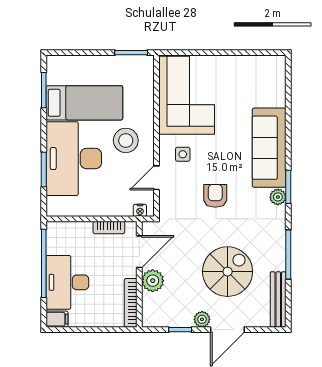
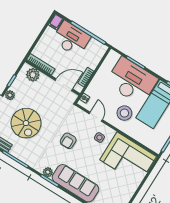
armchair: (215, 196) -> (68, 141), turned 90
door: (139, 252) -> (64, 85), swing flipped
plant: (153, 281) -> (33, 75), moved

